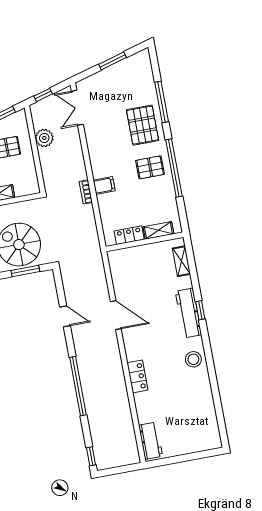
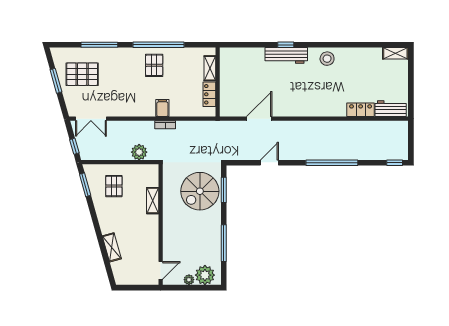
pallet: (142, 125) -> (82, 74), moved
plant: (44, 138) -> (139, 152), moved
shelving: (181, 261) -> (395, 53), moved
door: (116, 315) -> (259, 119), moved
locker: (137, 376) -> (361, 110), moved

